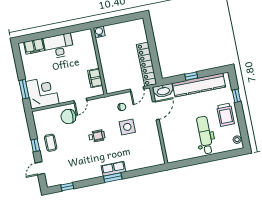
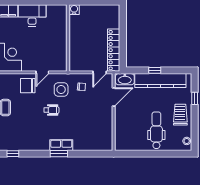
filing cabinet: (95, 78) -> (61, 53), removed
trolley: (226, 115) -> (180, 115), turned 180
side table: (127, 127) -> (61, 89), moved

